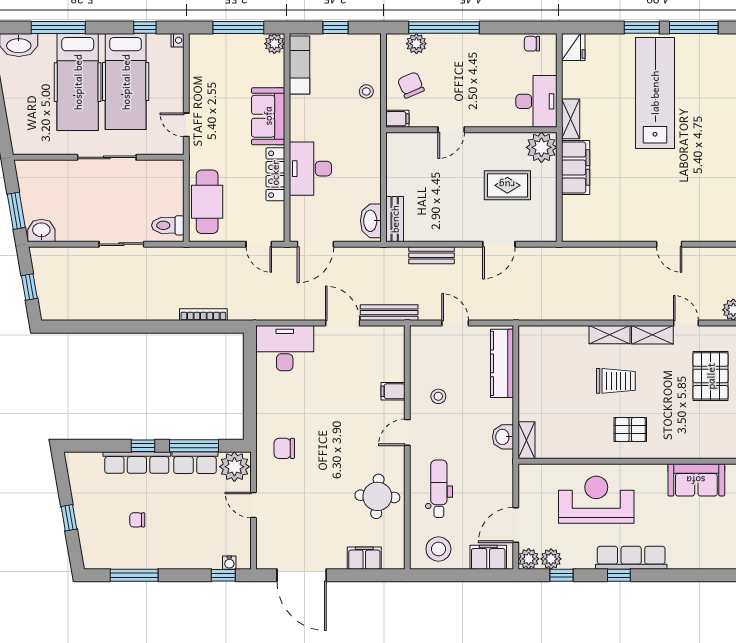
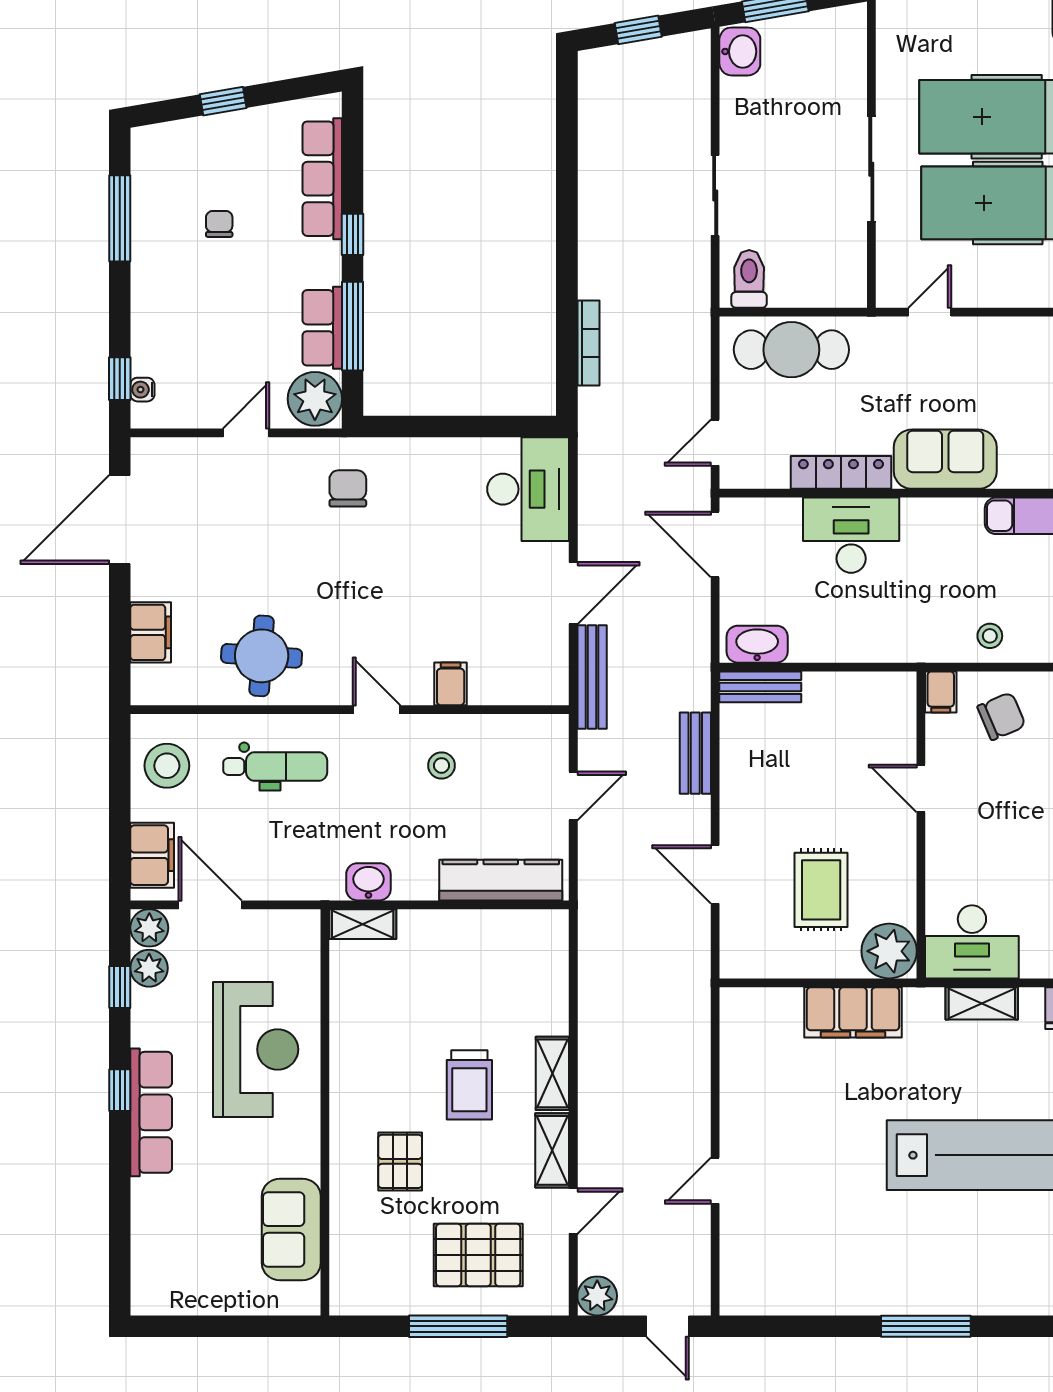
shelving: (571, 119) -> (982, 1003), moved
pallet: (630, 430) -> (400, 1161), moved
row of seats: (137, 463) -> (322, 179), moved

